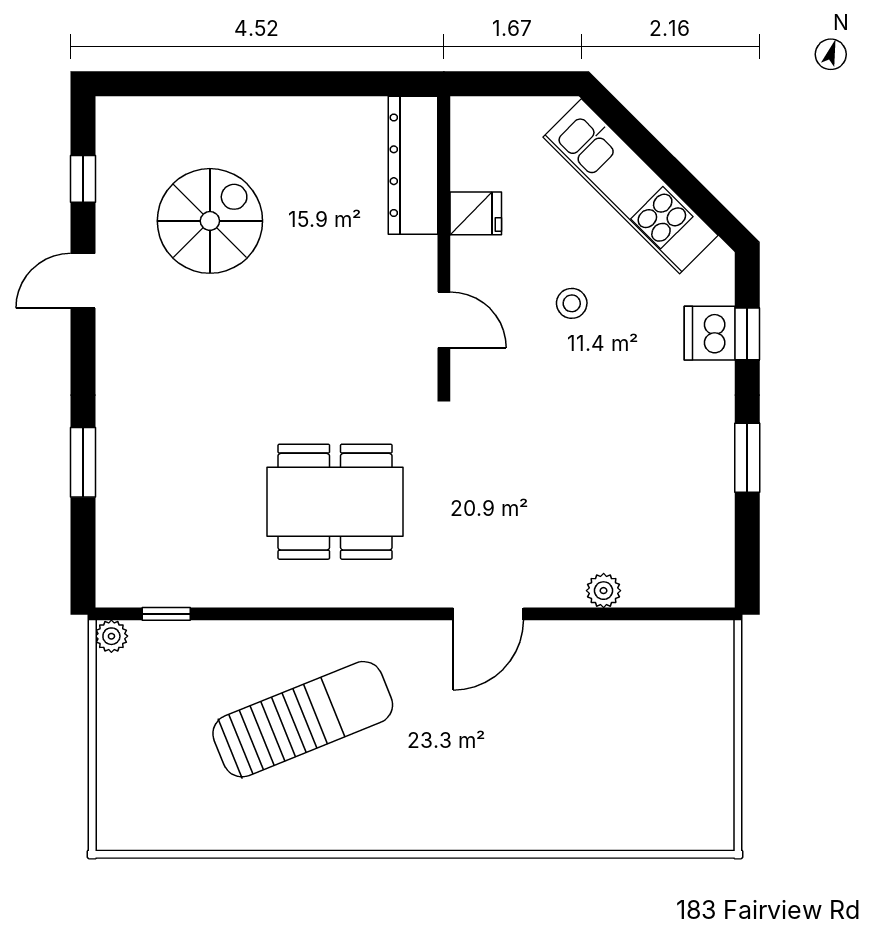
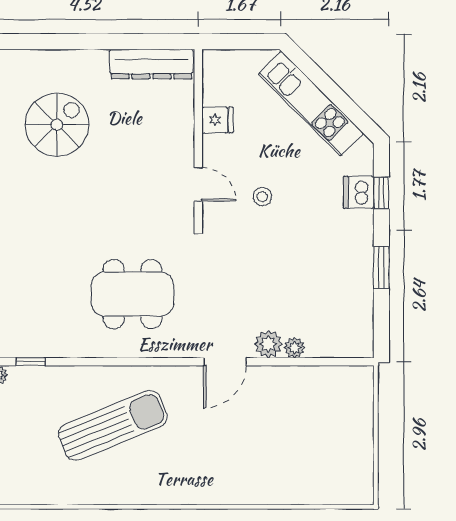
dresser: (413, 165) -> (151, 64), moved, turned -90
stool: (572, 303) -> (262, 197), moved
plant: (560, 585) -> (268, 344), added

